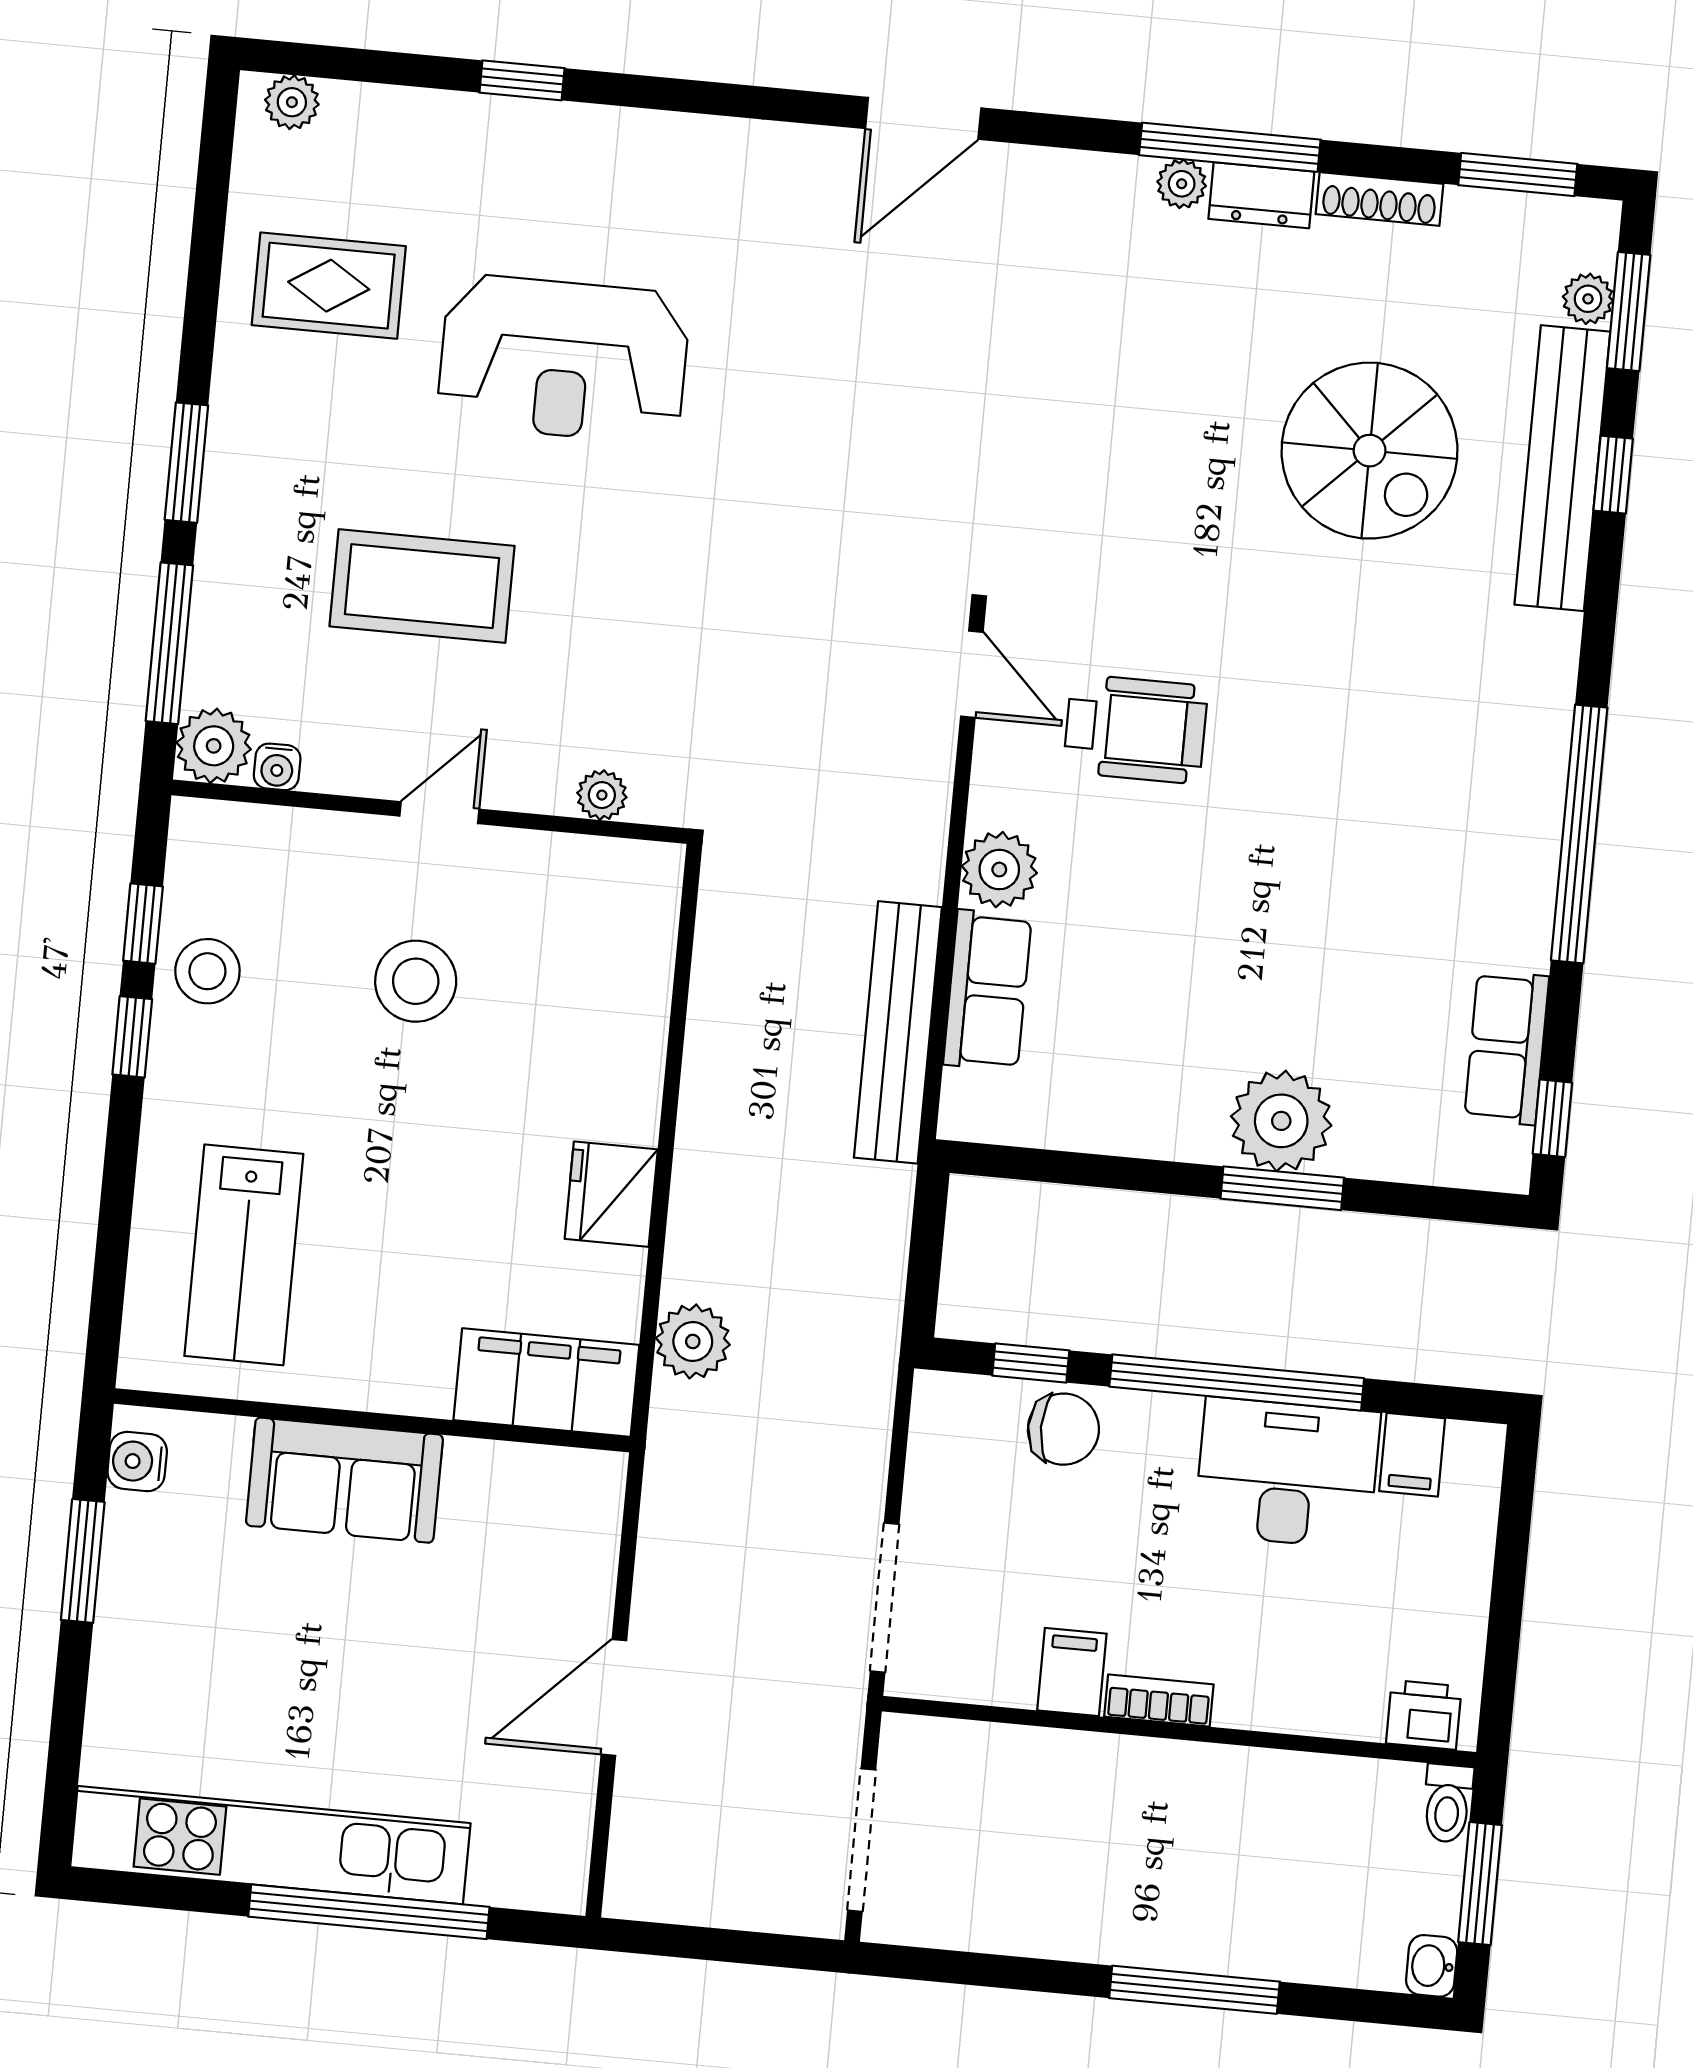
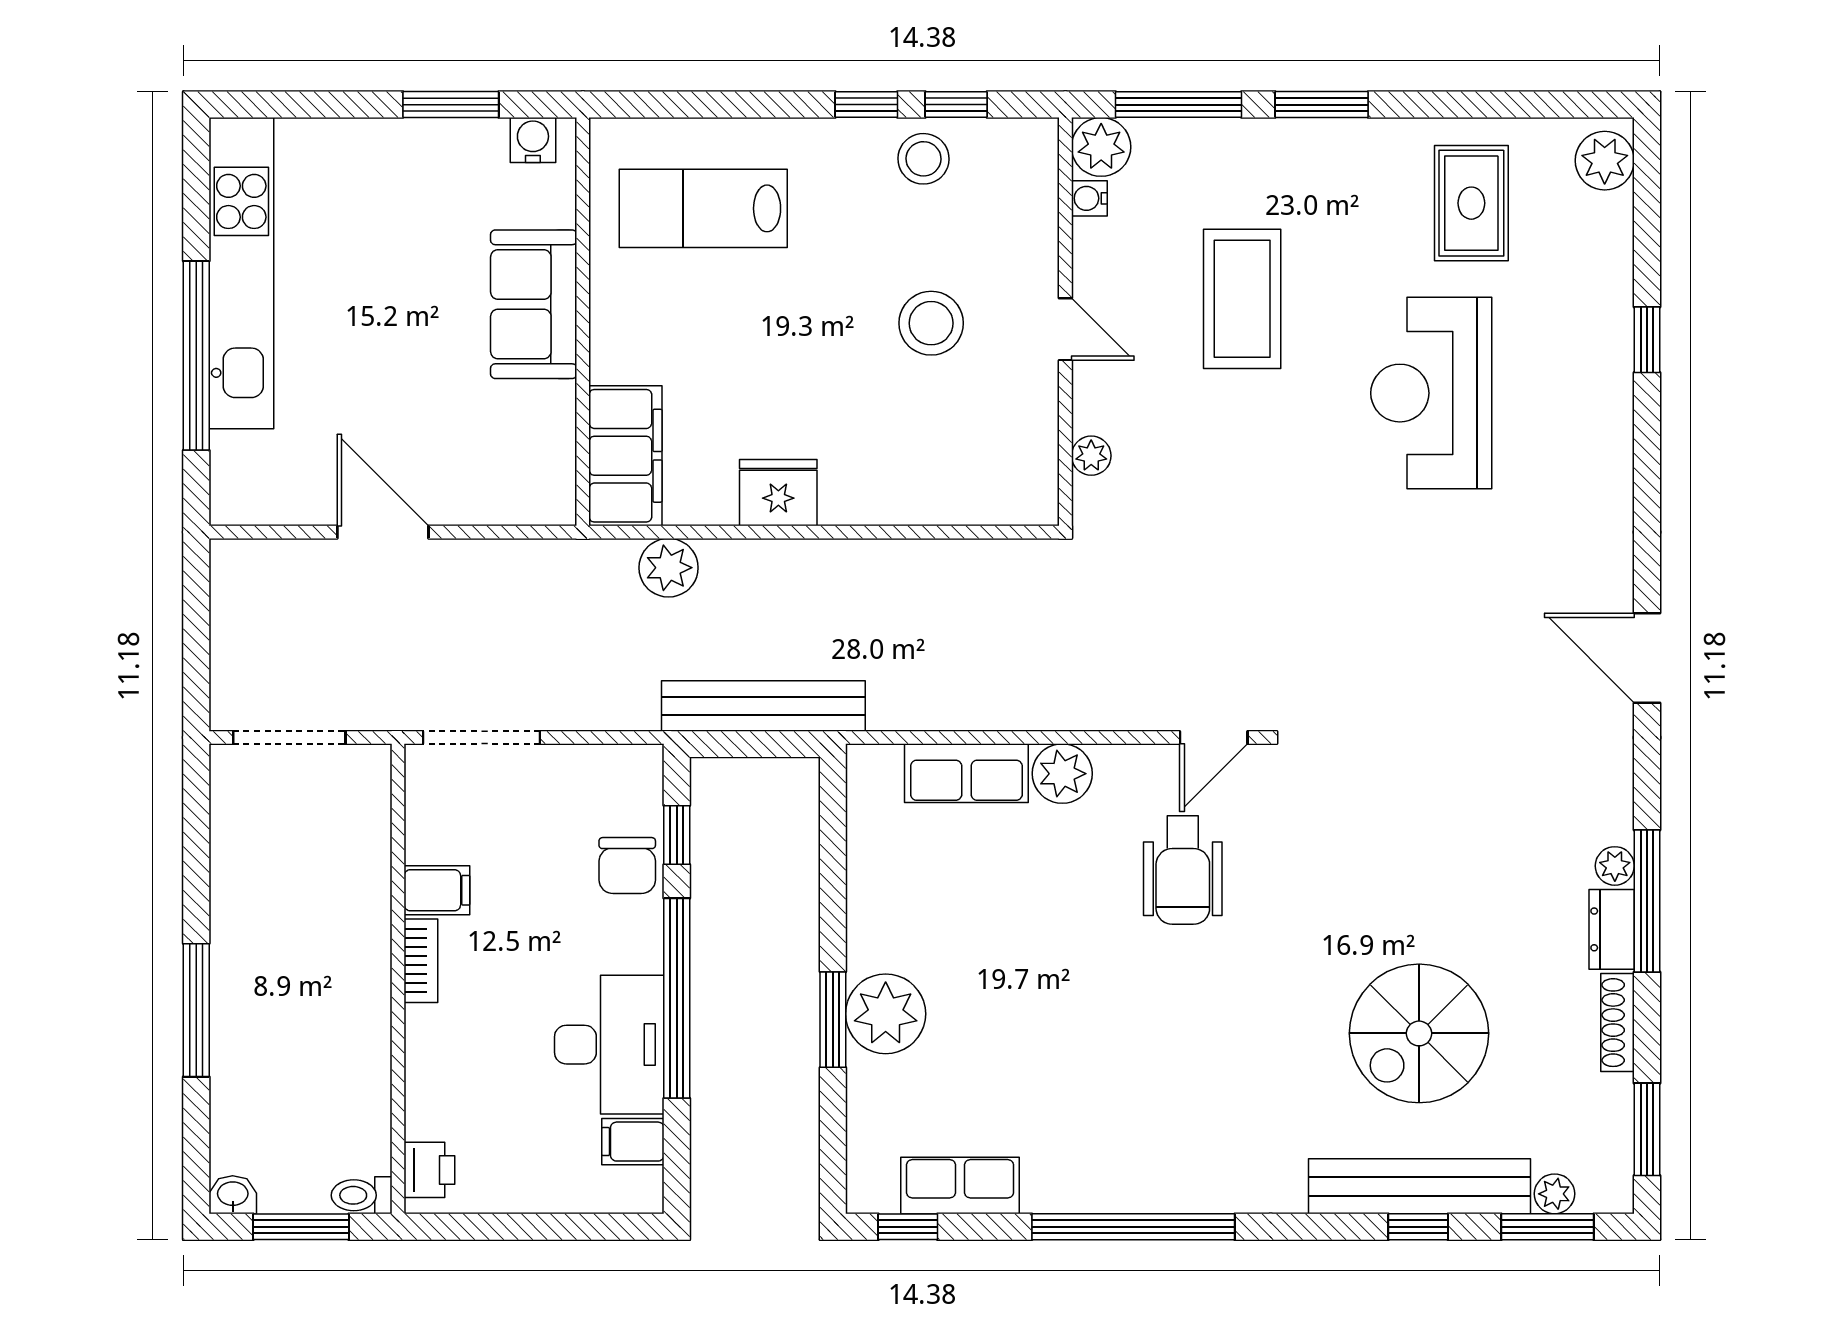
plant: (292, 102) -> (1605, 161), width x1.38, depth x1.38
bench: (898, 1032) -> (763, 706), moved

